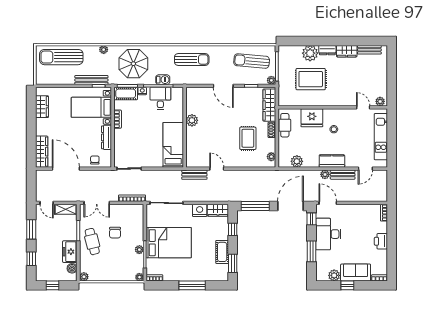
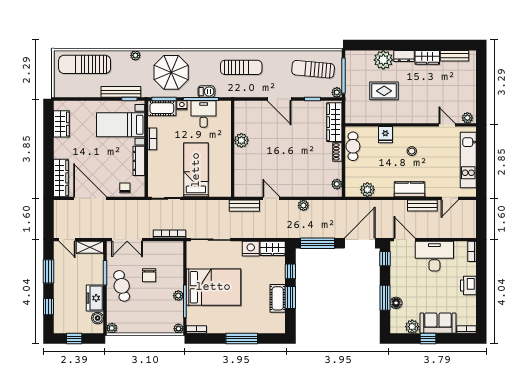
rug: (311, 79) -> (384, 91), width x0.73, depth x0.70
fridge: (312, 118) -> (385, 135), width x0.53, depth x0.75
rug: (248, 138) -> (309, 162), removed
bed: (173, 145) -> (196, 170), moved
plant: (325, 174) -> (303, 205), moved
desk: (328, 234) -> (434, 256), moved, turned 90
floor lamp: (321, 256) -> (396, 303), added
window: (233, 263) -> (290, 298), moved

